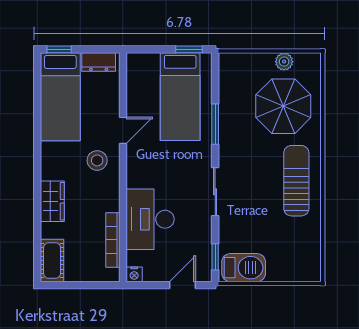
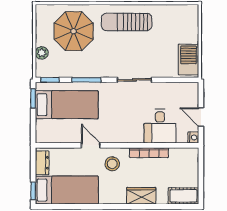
plant: (284, 62) -> (42, 53), moved
desk: (150, 219) -> (160, 126), width x0.73
bookcase: (113, 240) -> (149, 153), moved
window: (215, 257) -> (50, 80), moved
door: (182, 285) -> (201, 117), moved

